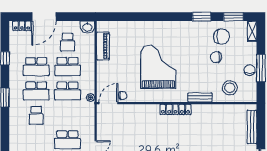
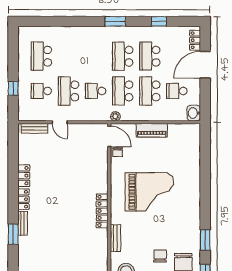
door: (44, 17) -> (205, 65), hinge flipped
piano: (103, 46) -> (152, 130), moved
school desk: (36, 115) -> (96, 91), moved

